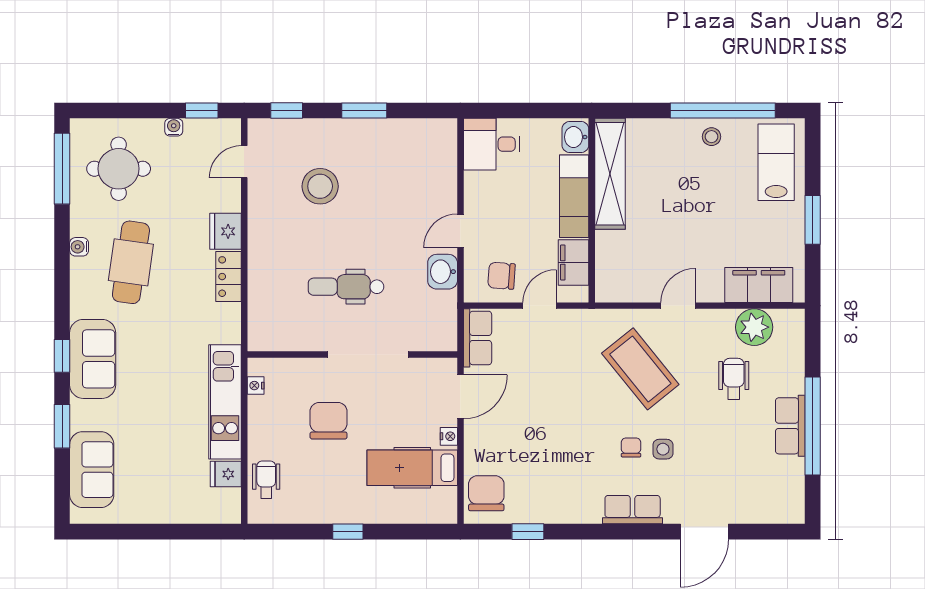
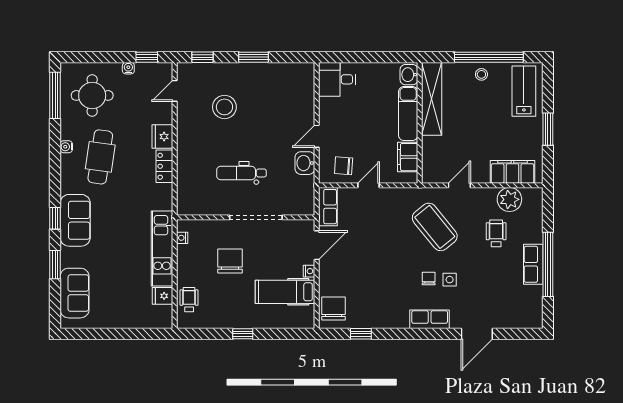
washbasin: (575, 137) -> (409, 75), moved
shelving: (610, 174) -> (432, 99), moved
exam couch: (574, 196) -> (408, 114), moved
wall: (592, 210) -> (420, 123), moved
filing cabinet: (573, 262) -> (408, 157), moved

